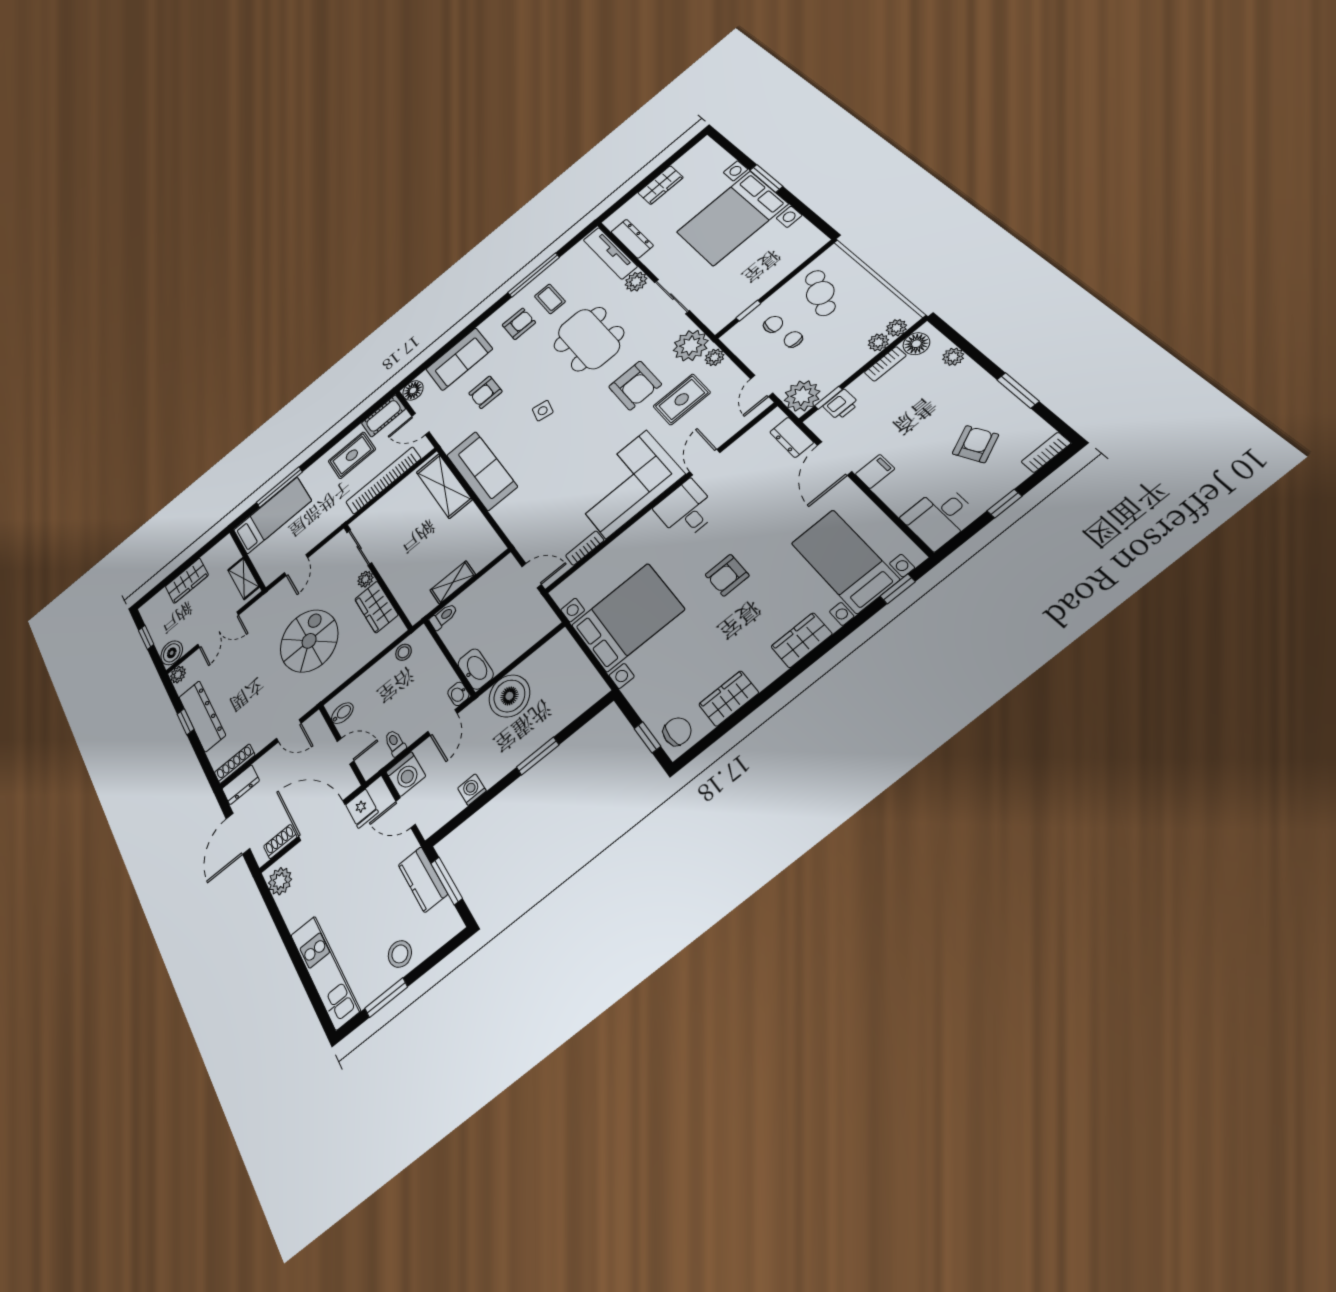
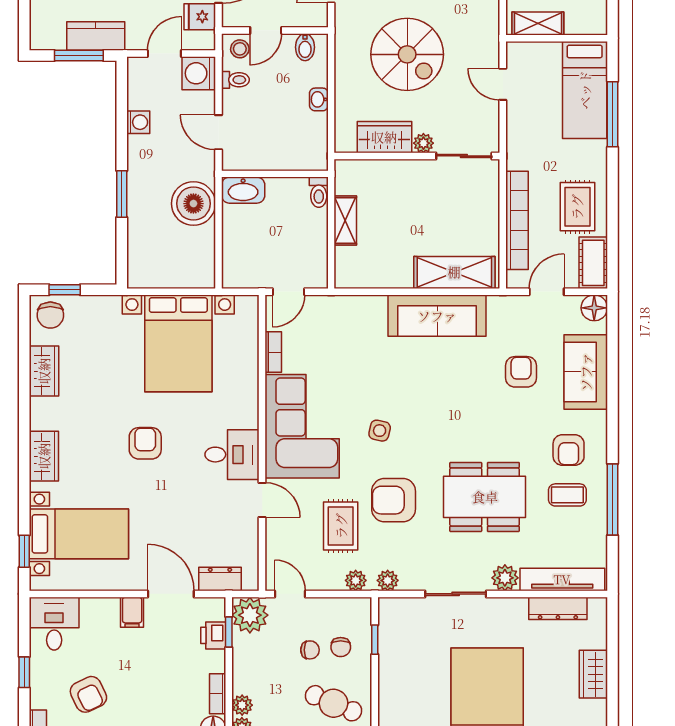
plant: (691, 346) -> (388, 580), width x0.53, depth x0.53
side table: (543, 411) -> (380, 431), moved
stool: (404, 652) -> (240, 49), moved
washbasin: (458, 694) -> (319, 99), moved, turned -90

